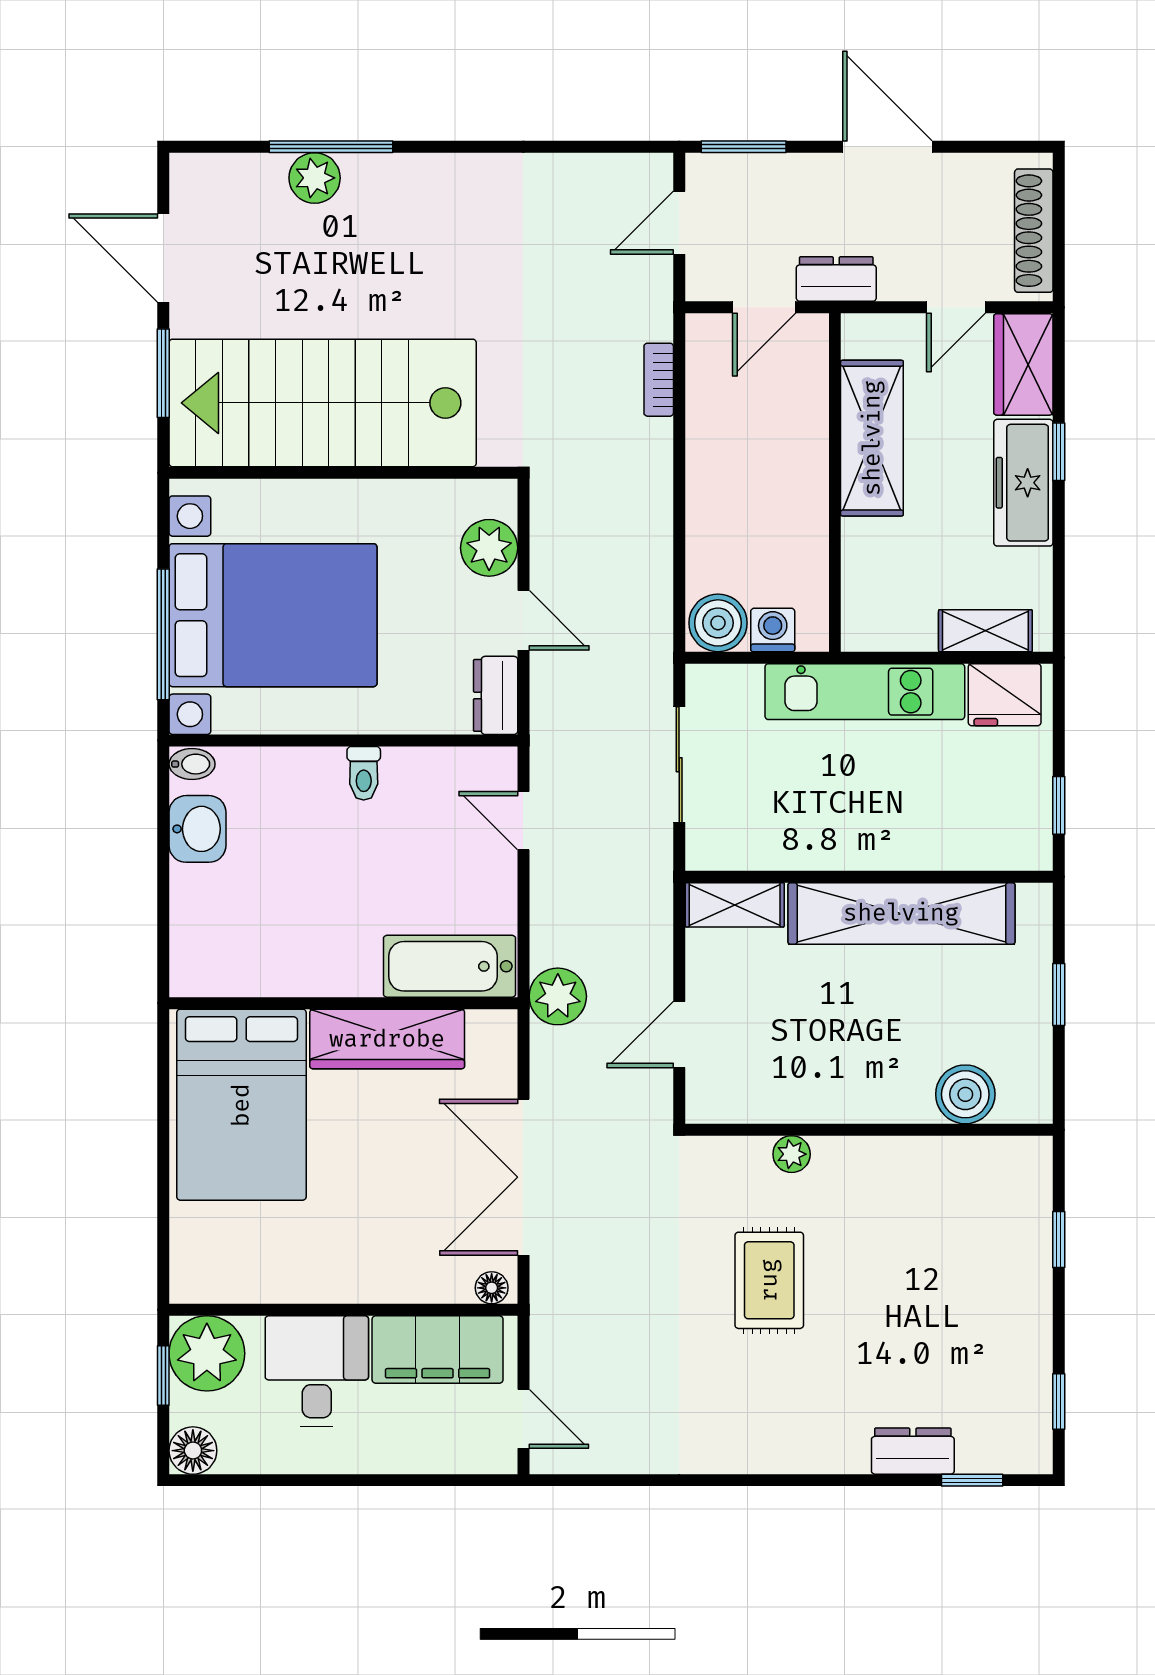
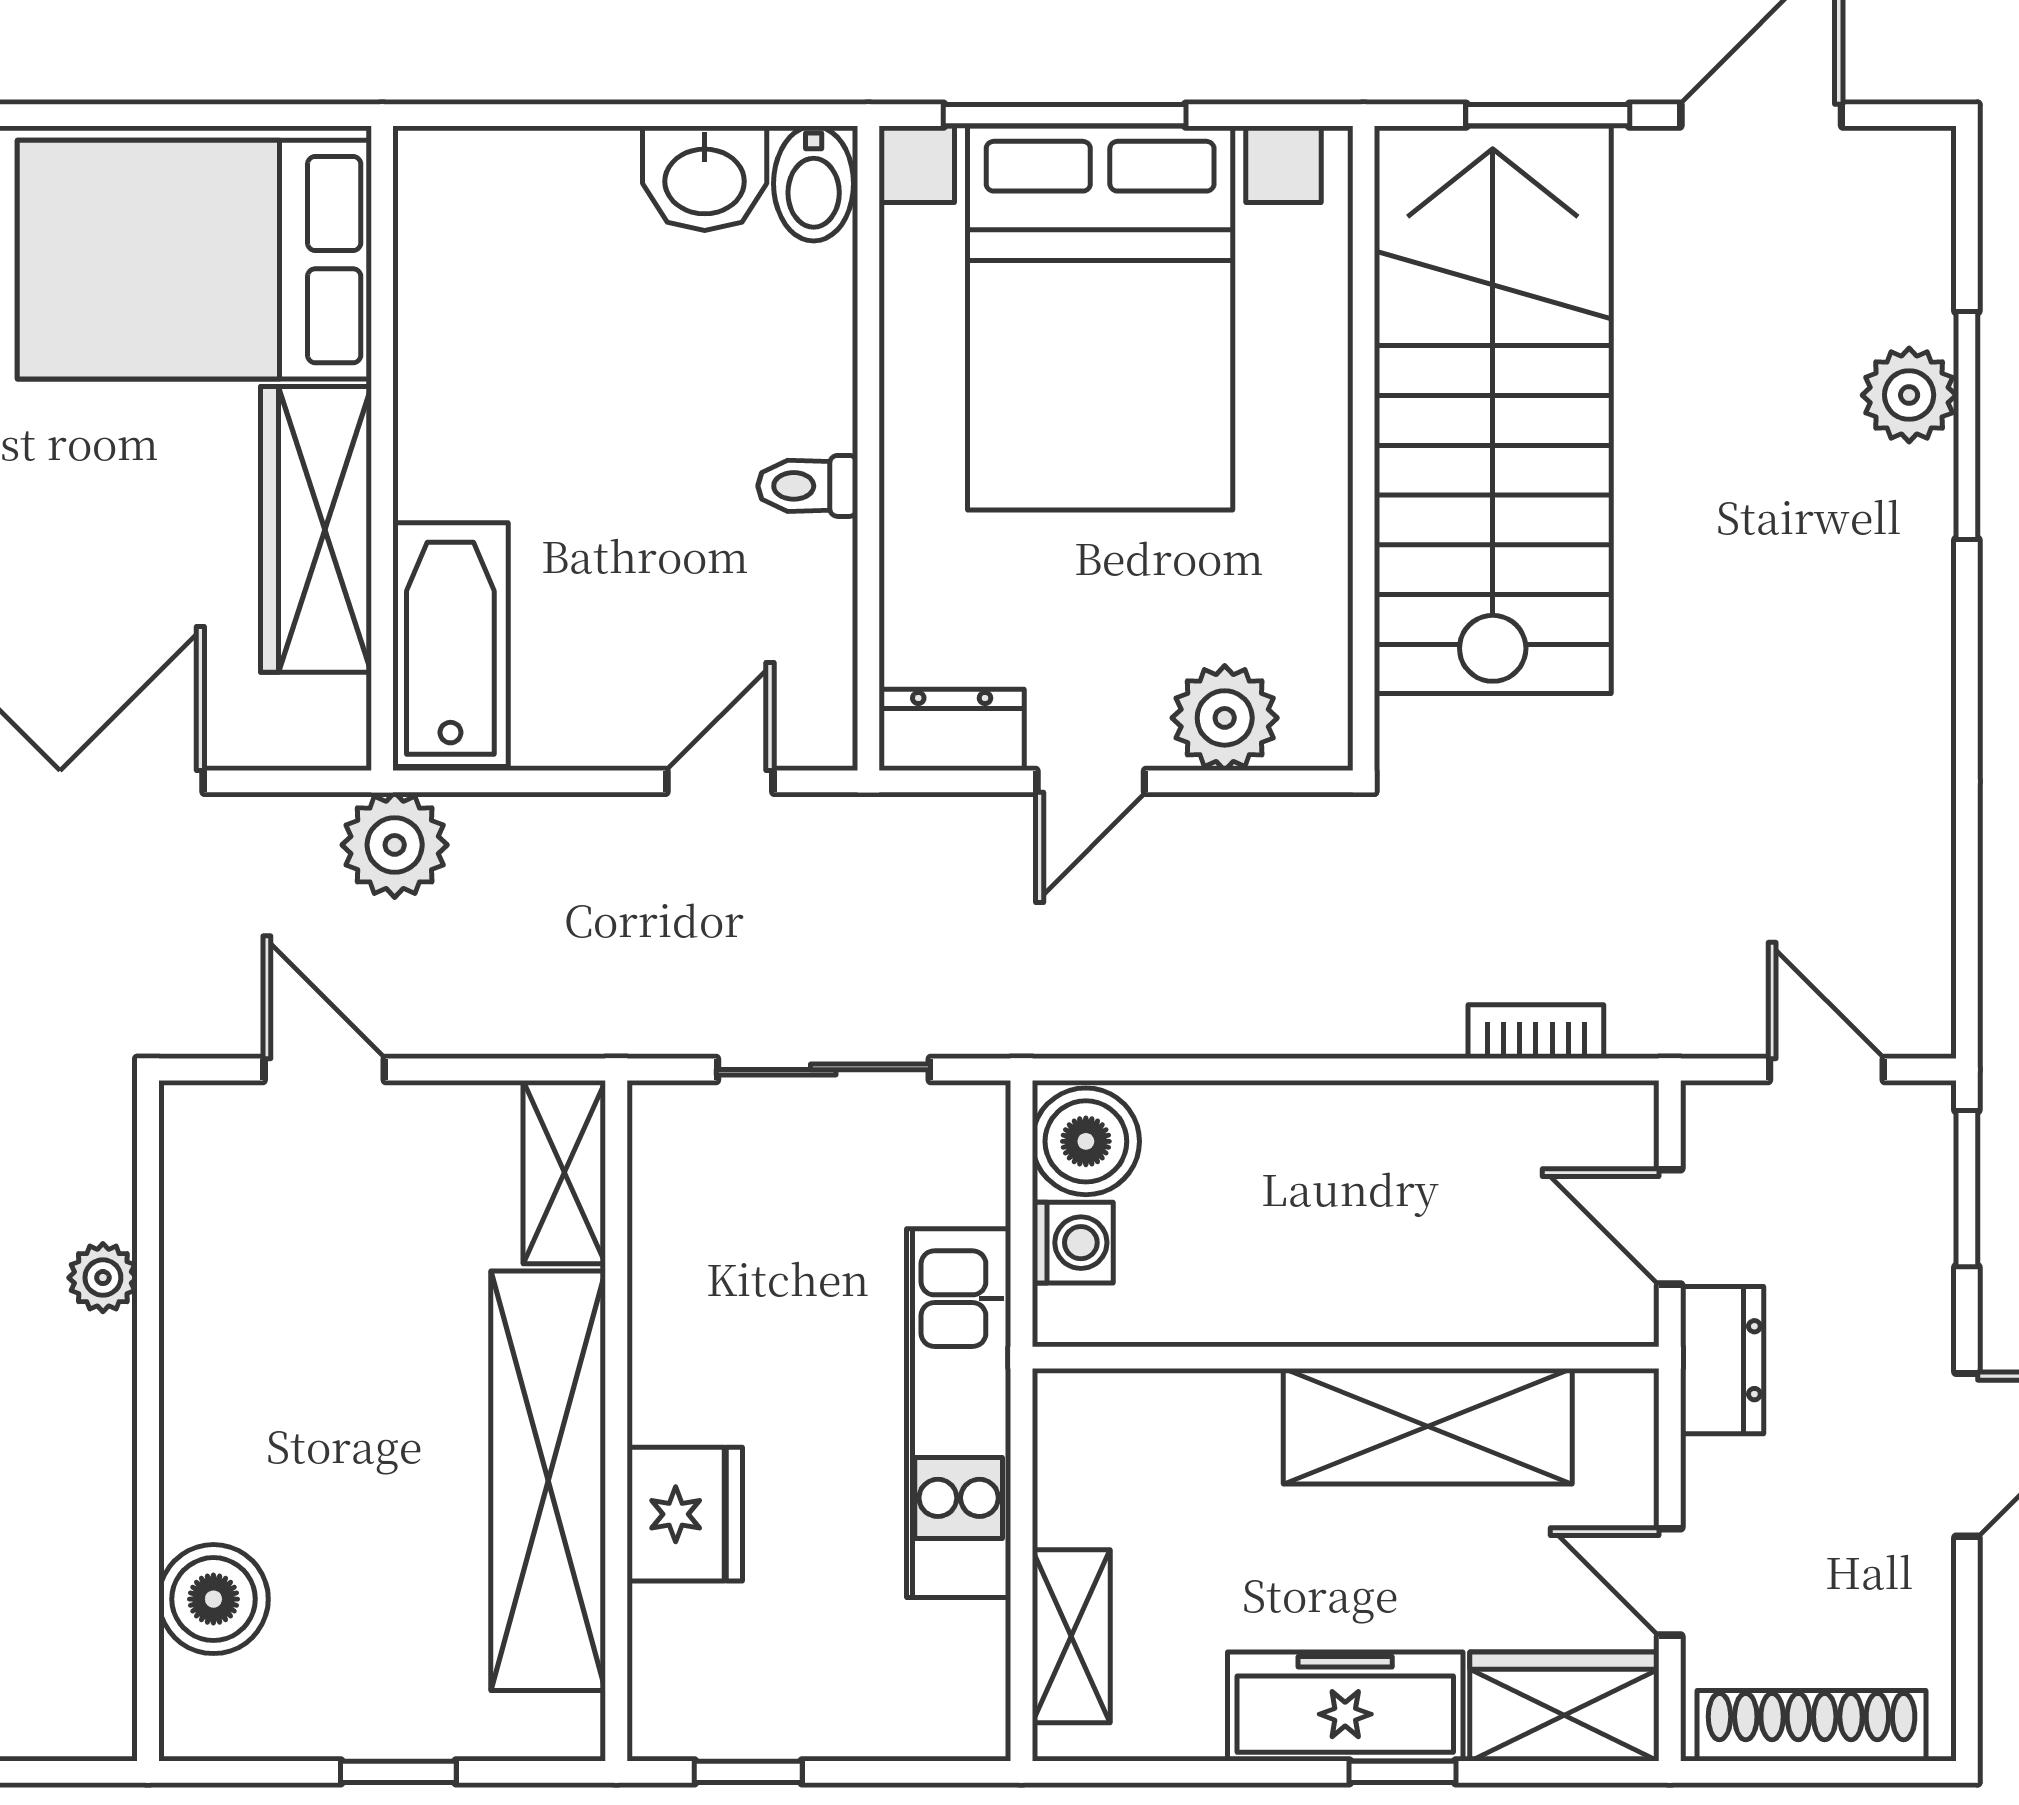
fridge: (1005, 695) -> (685, 1514), moved, turned 180
bidet: (192, 764) -> (814, 184), width x1.38, depth x1.36

